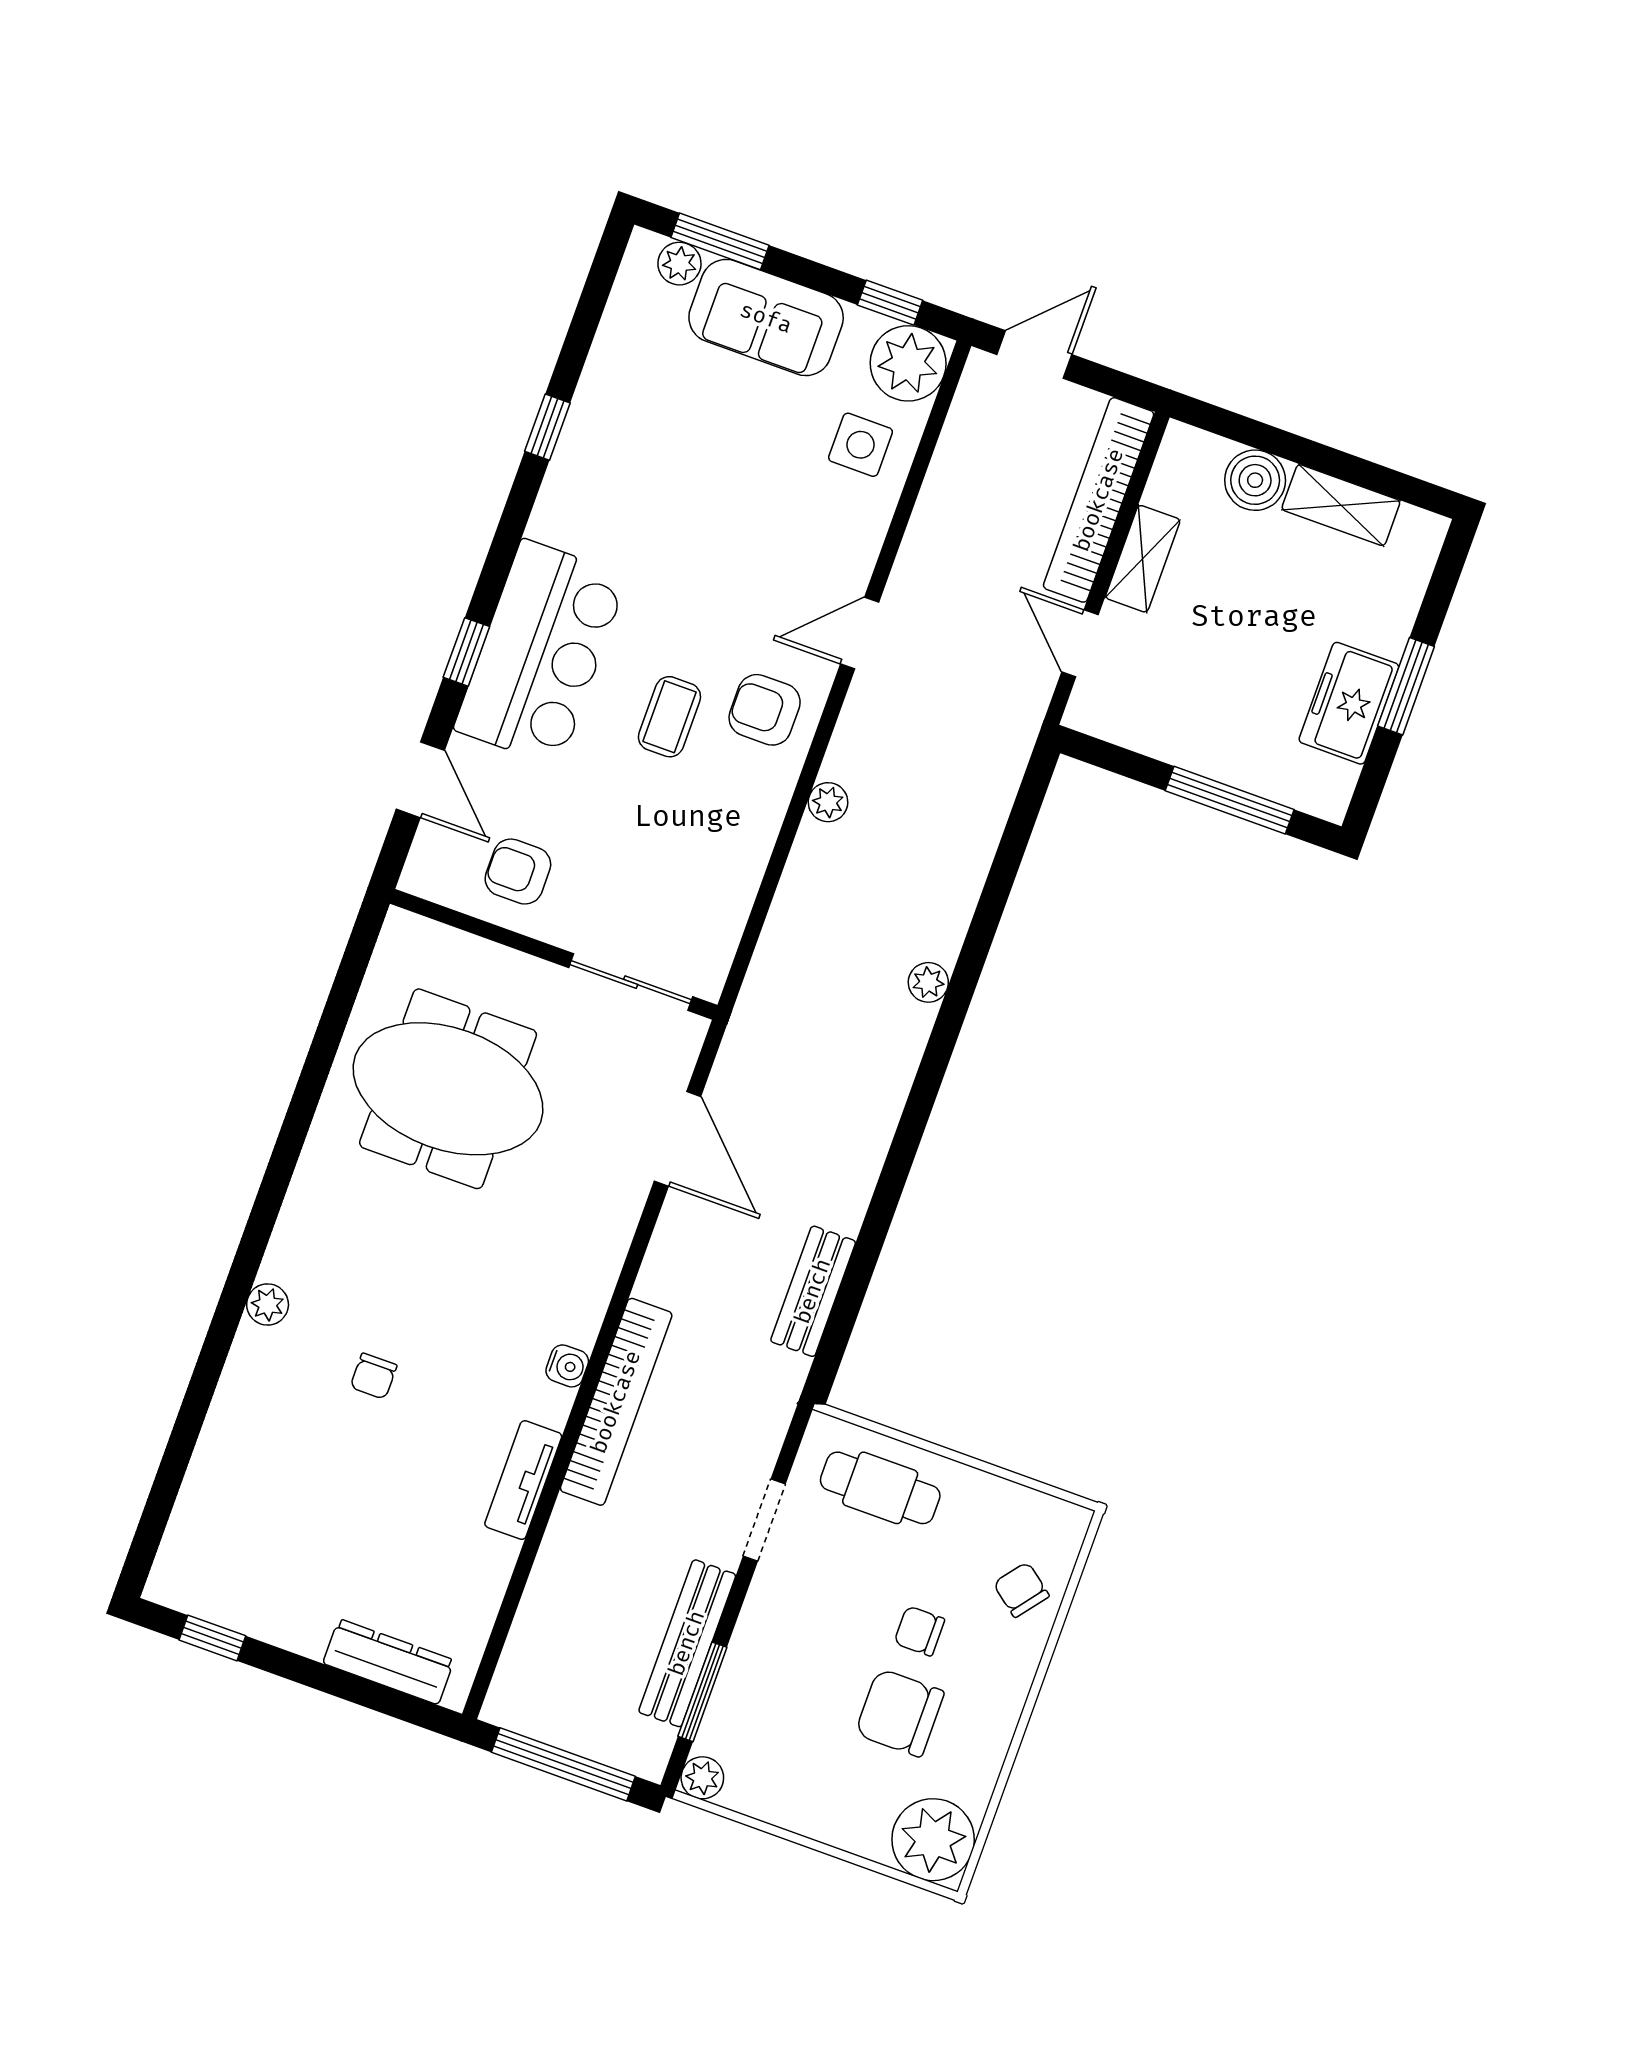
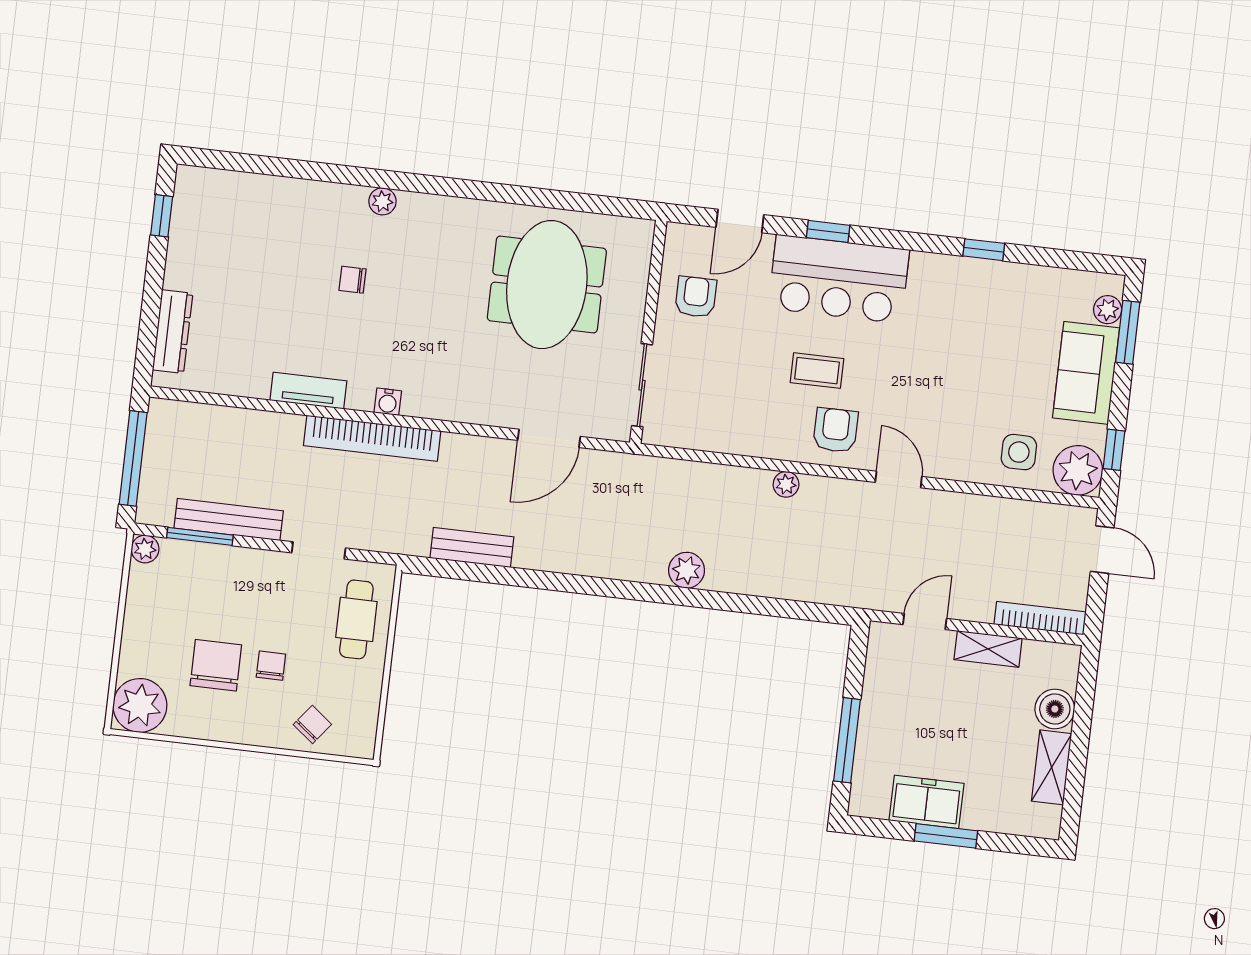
bookcase: (1099, 500) -> (1040, 618), width x0.68, depth x0.76
plant: (928, 982) -> (687, 570), width x1.38, depth x1.38

